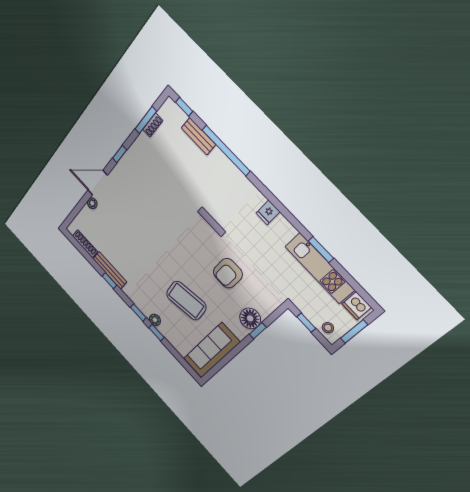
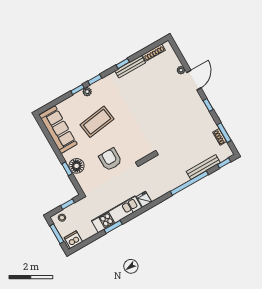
bench: (198, 136) -> (203, 167), width x1.36
kitchen unit: (320, 268) -> (117, 214), moved

